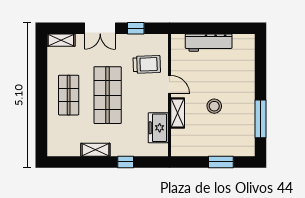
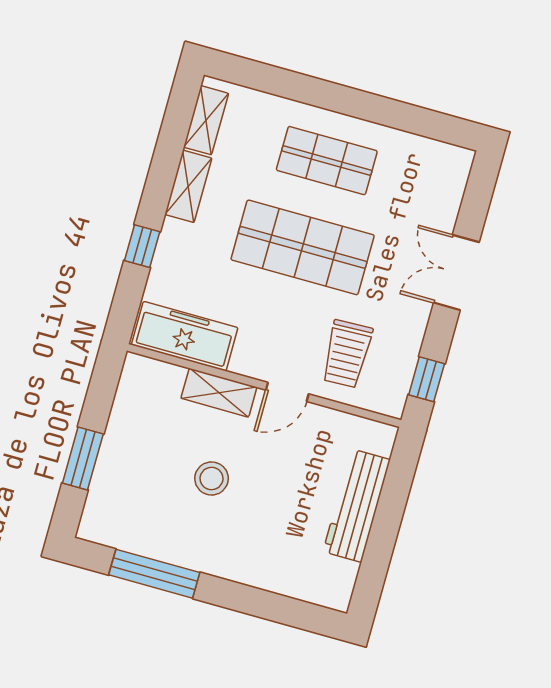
window: (136, 28) -> (427, 379), moved
shelving: (61, 40) -> (206, 120), moved
freezer: (158, 128) -> (185, 336), width x1.40

